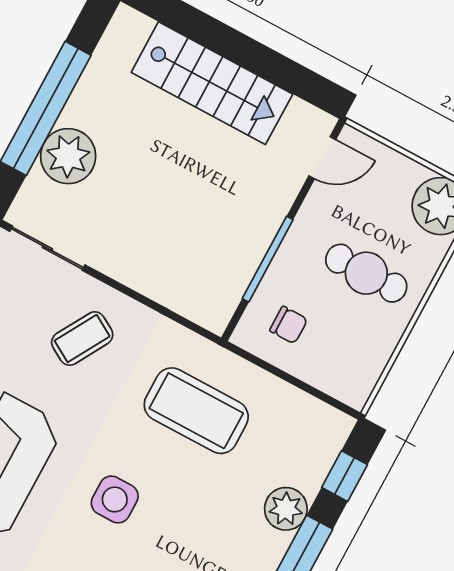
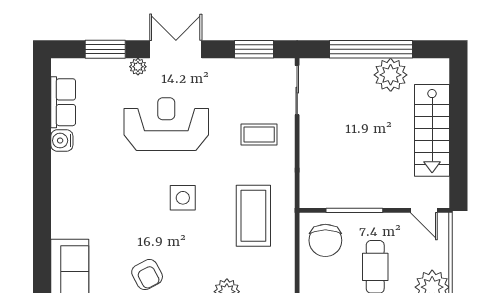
plant: (68, 156) -> (391, 75), moved
chair: (289, 325) -> (325, 240), width x1.87, depth x1.87
coffee table: (82, 339) -> (259, 134), turned -30

